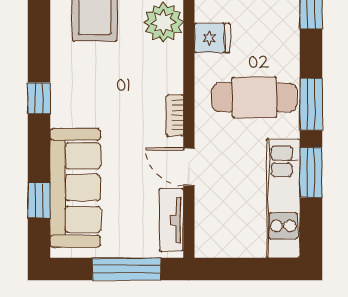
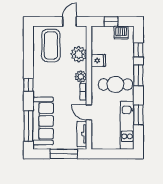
plant: (169, 78) -> (81, 77), added
window: (311, 104) -> (138, 75), moved
window: (39, 200) -> (28, 126), width x2.17

